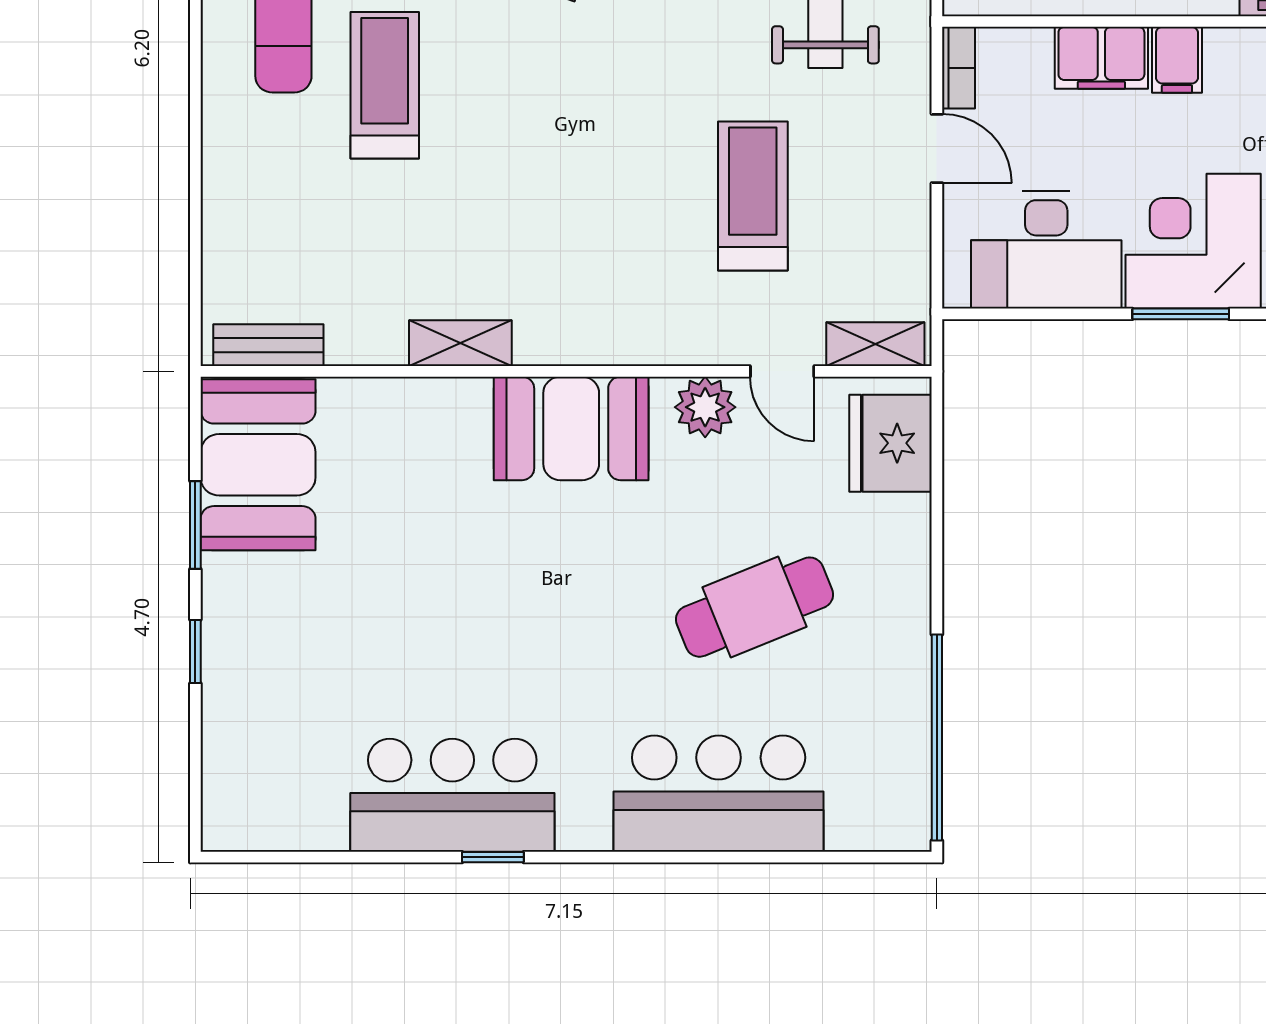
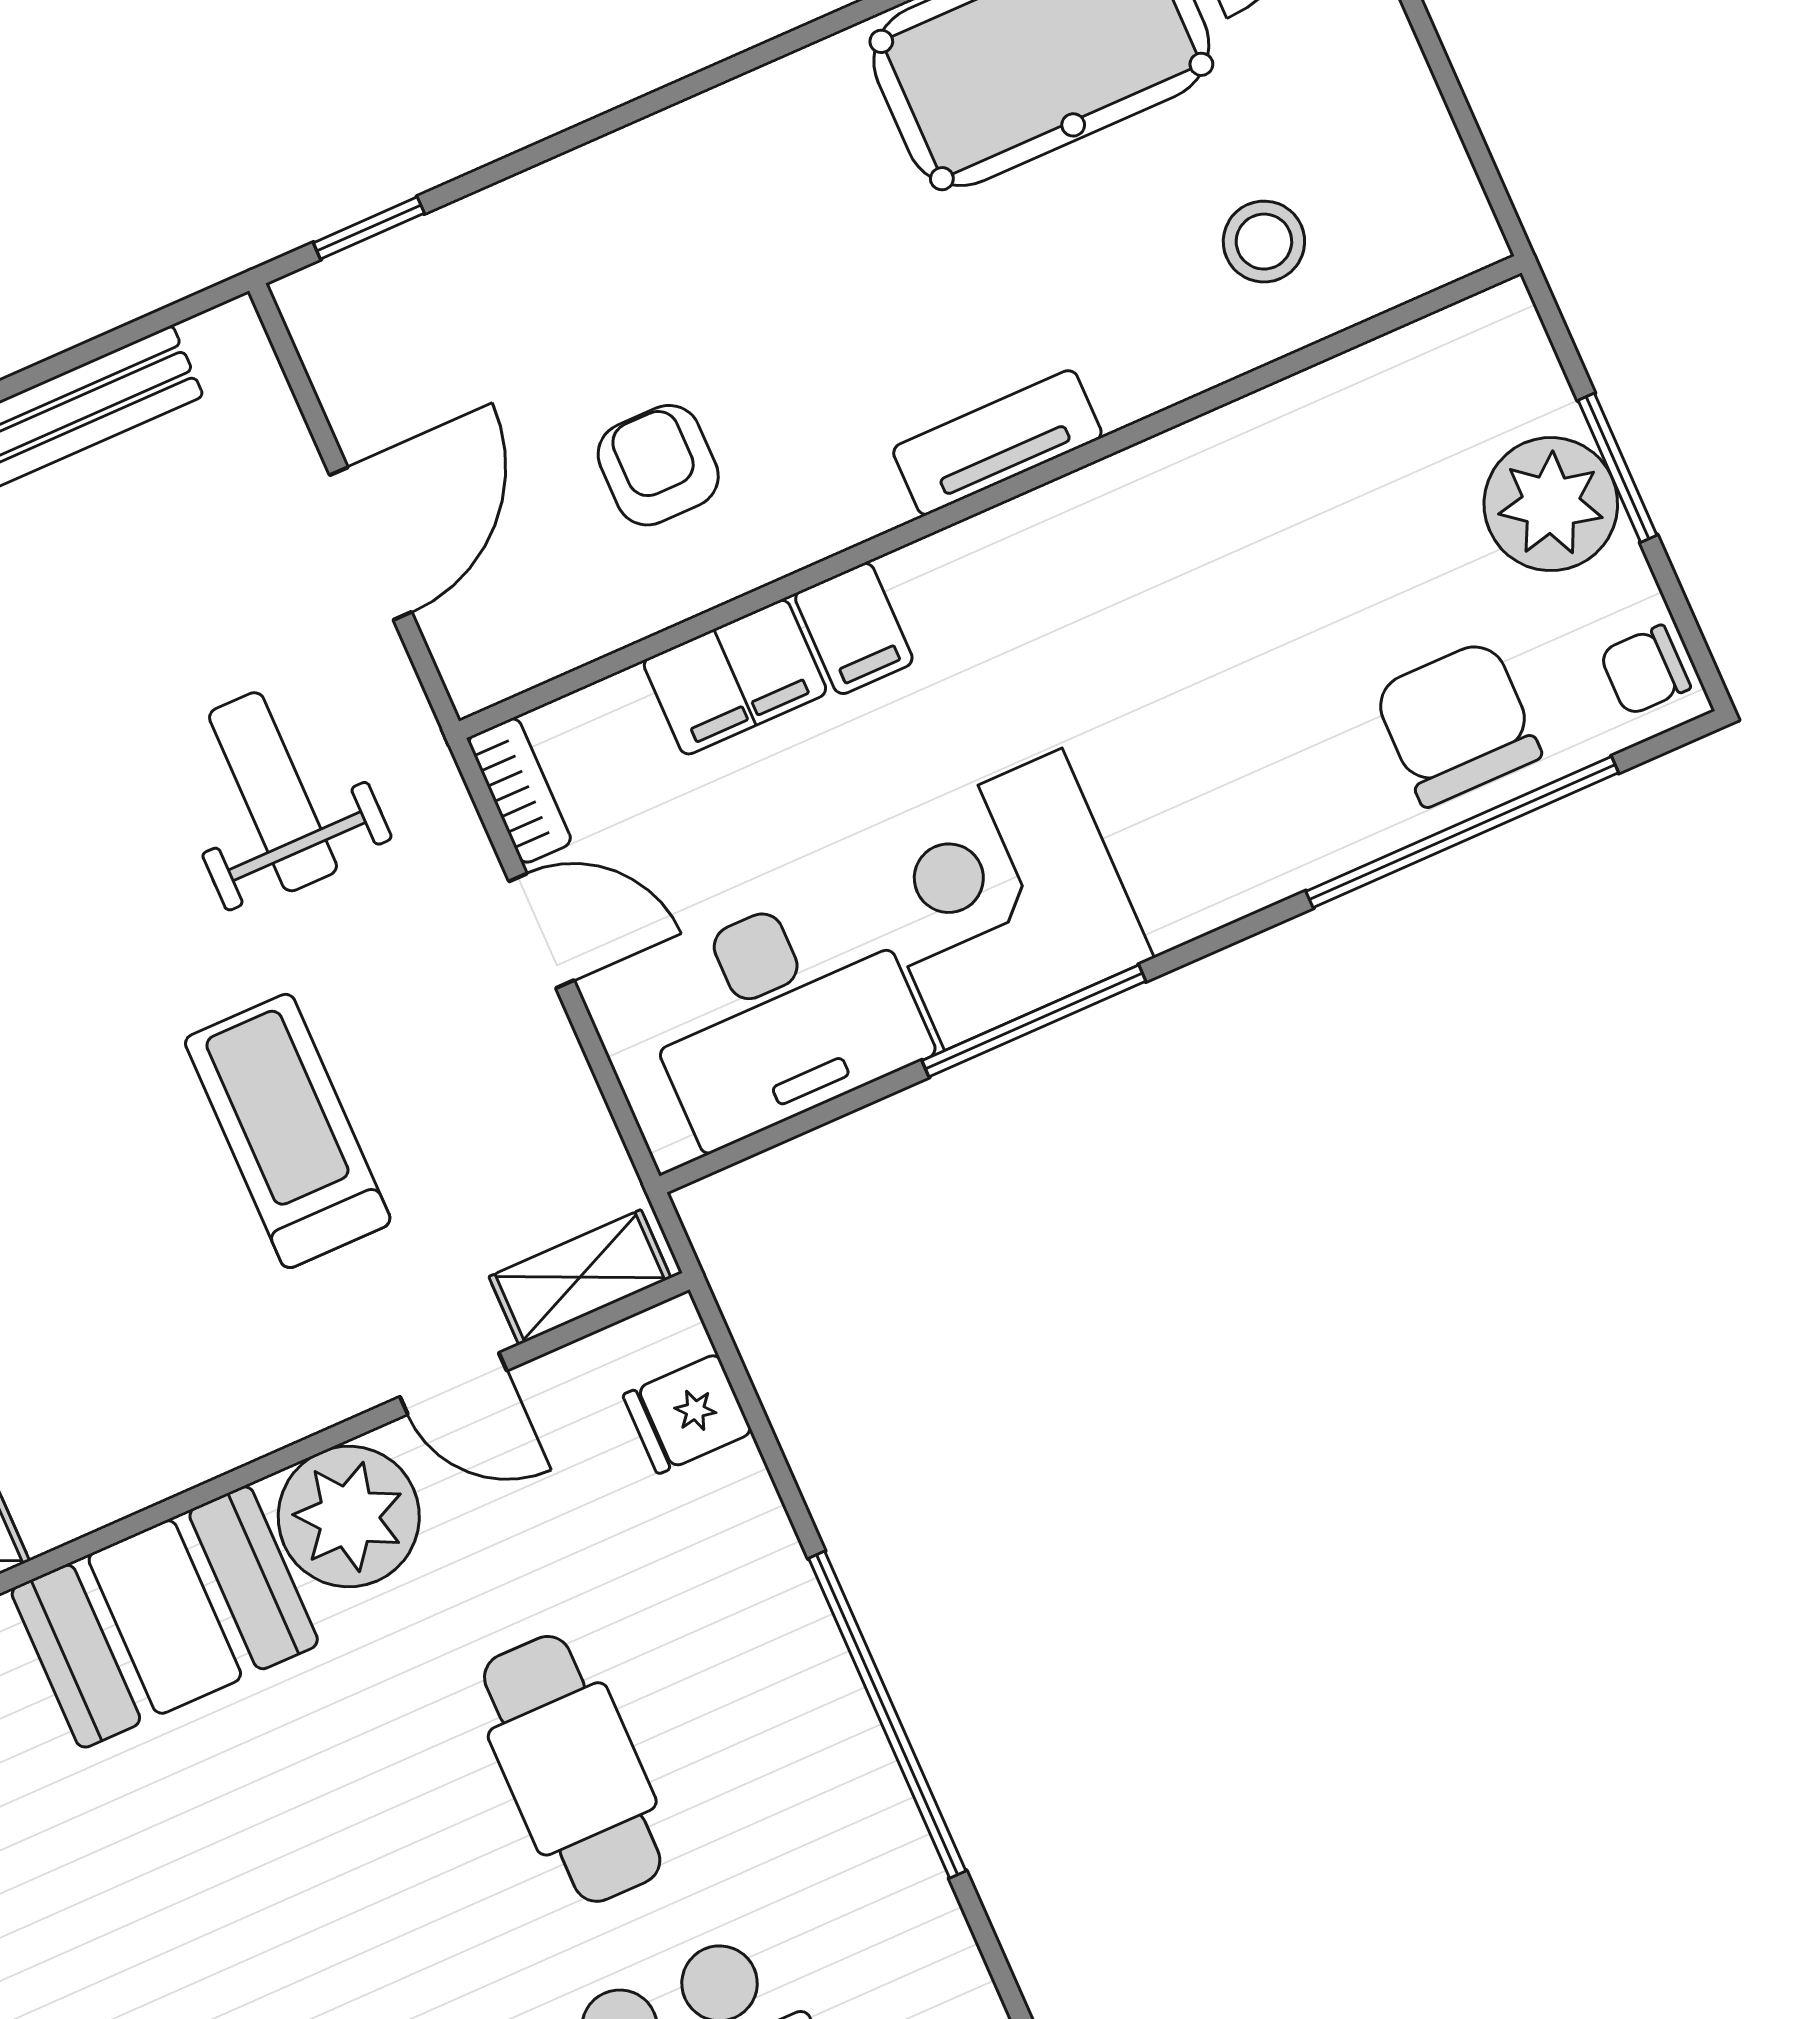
window: (1181, 314) -> (1034, 1021), width x1.44
plant: (705, 407) -> (349, 1517), width x1.36, depth x1.36
fridge: (891, 443) -> (688, 1414), width x0.53, depth x0.75
cafe table: (754, 607) -> (572, 1769), turned -68
window: (937, 737) -> (887, 1715), moved

